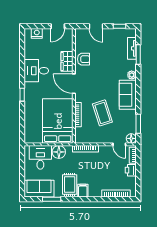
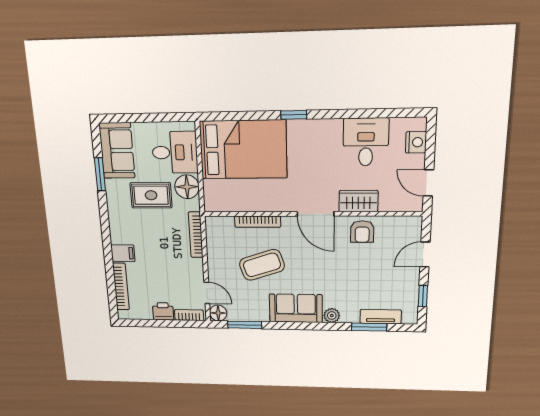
desk: (36, 71) -> (366, 142), moved
door: (74, 84) -> (316, 214), swing flipped
bed: (58, 121) -> (243, 150), moved
door: (119, 144) -> (207, 293), swing flipped
rug: (70, 185) -> (151, 195), moved
filing cabinet: (83, 191) -> (123, 253), moved

